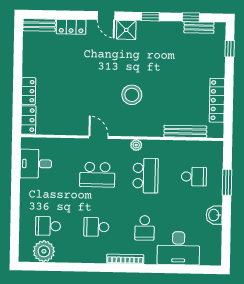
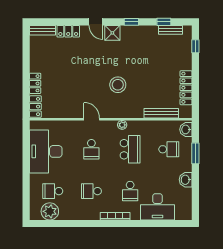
washbasin: (216, 152) -> (186, 129), added
desk: (36, 164) -> (46, 151), width x1.87, depth x1.30
school desk: (97, 175) -> (91, 149), width x0.54

